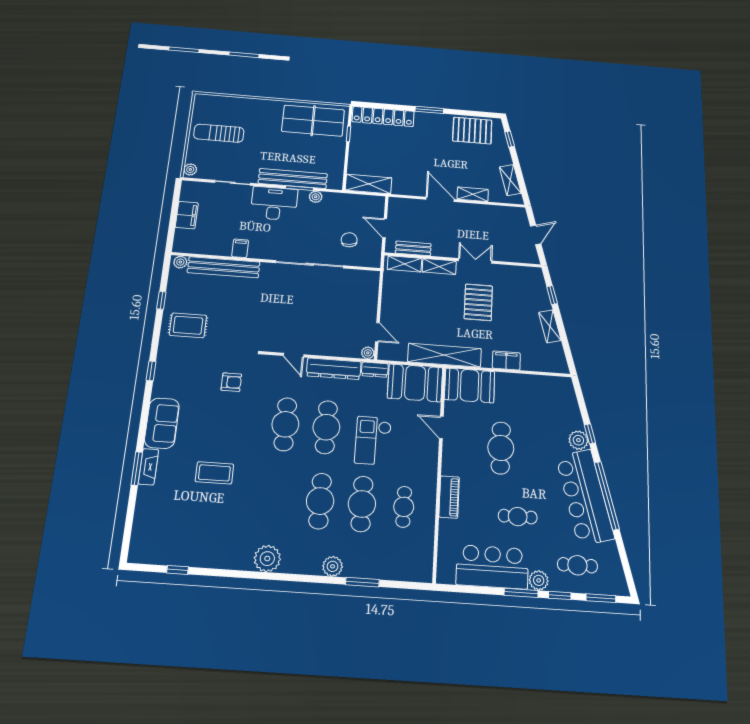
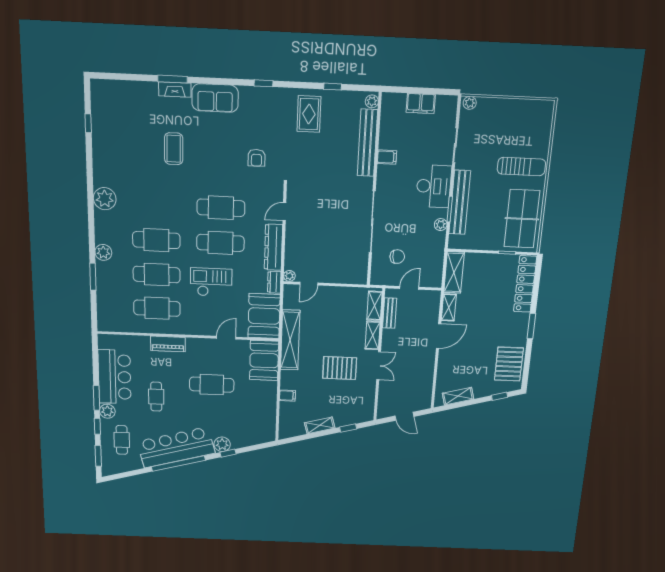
sun lounger: (219, 133) -> (521, 167), moved, turned 90
shelving: (473, 194) -> (449, 307), moved
filing cabinet: (506, 360) -> (287, 396), width x0.50
cafe table: (404, 507) -> (157, 308), width x1.37, depth x1.35

